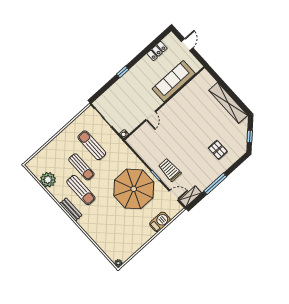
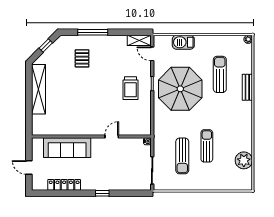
door: (187, 45) -> (29, 167), hinge flipped
locker: (157, 51) -> (64, 185), width x1.53
trolley: (170, 170) -> (130, 88), moved
window: (215, 184) -> (93, 32), moved
sun lounger: (81, 190) -> (220, 74), moved
bench: (71, 209) -> (247, 87), moved

